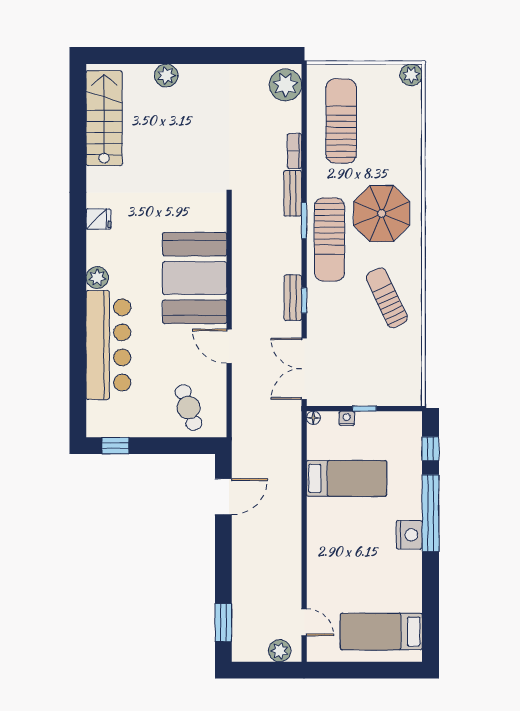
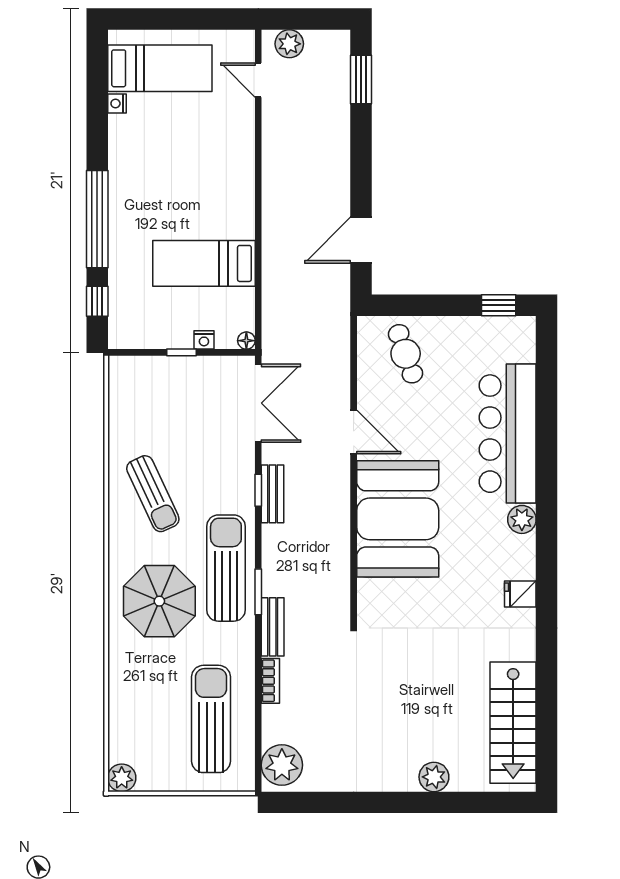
sun lounger: (341, 121) -> (211, 719), turned 180
nightstand: (409, 535) -> (117, 104), moved, width x0.53, depth x0.56

